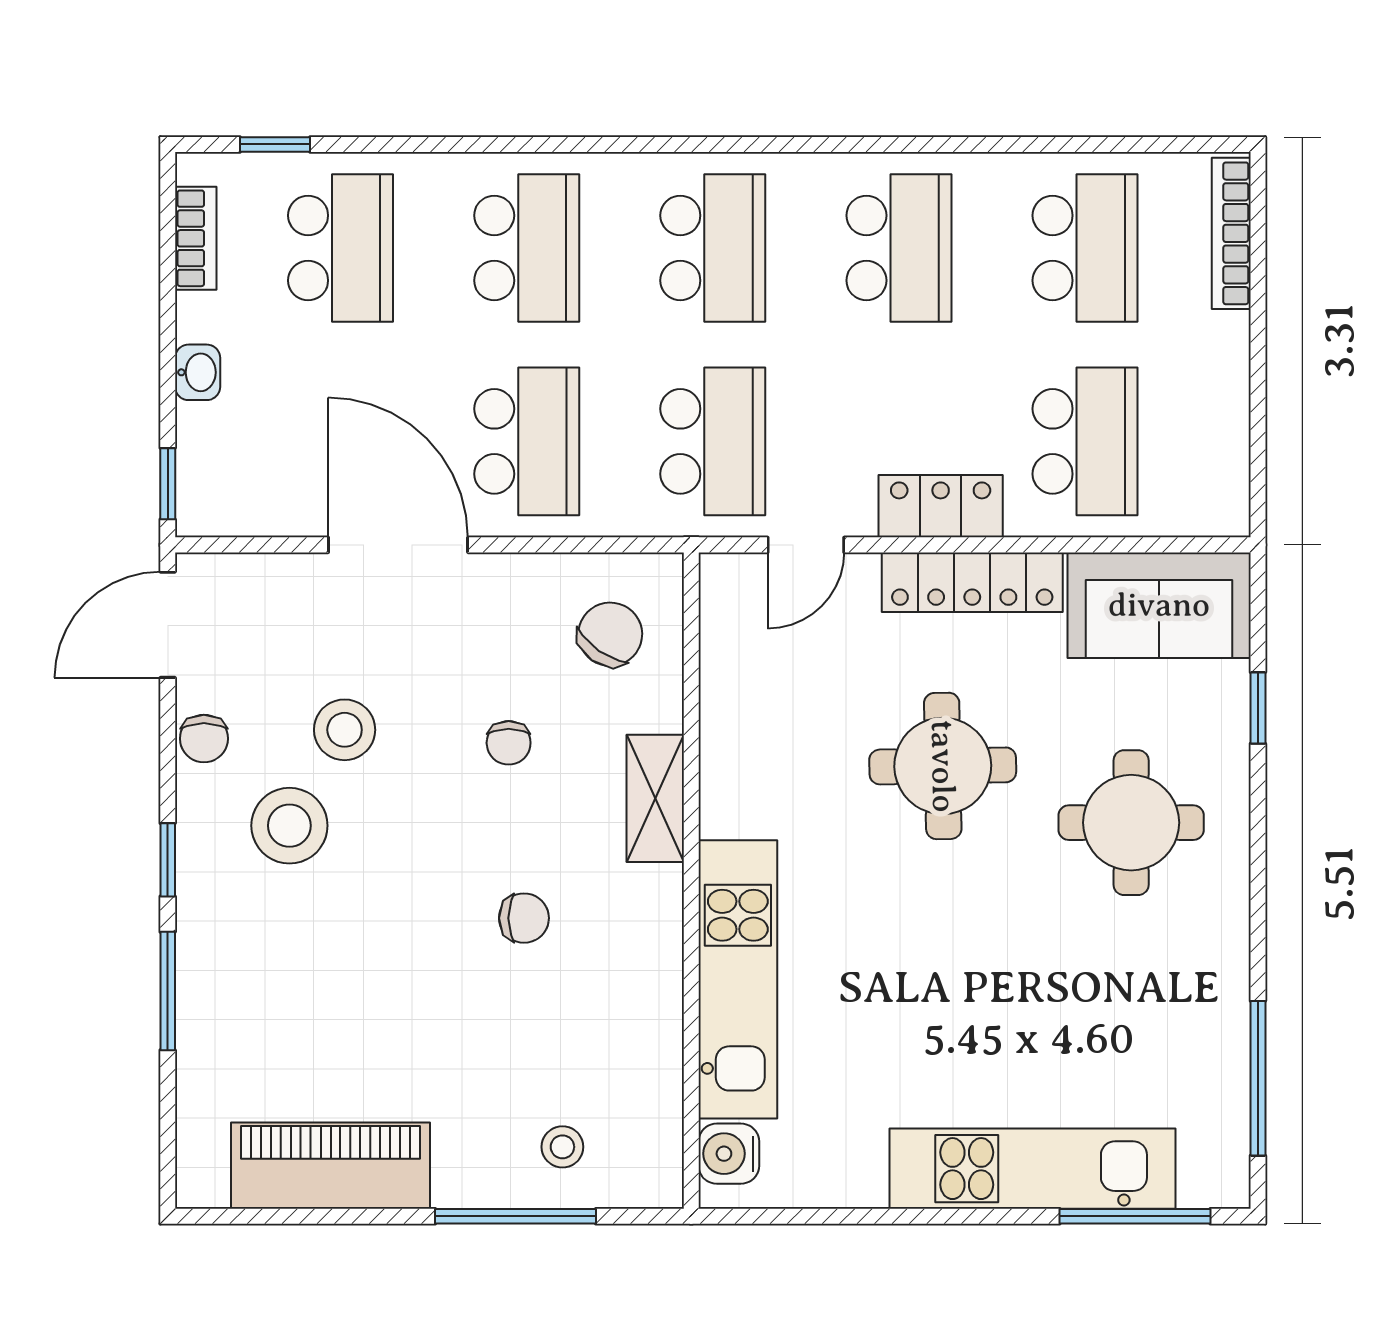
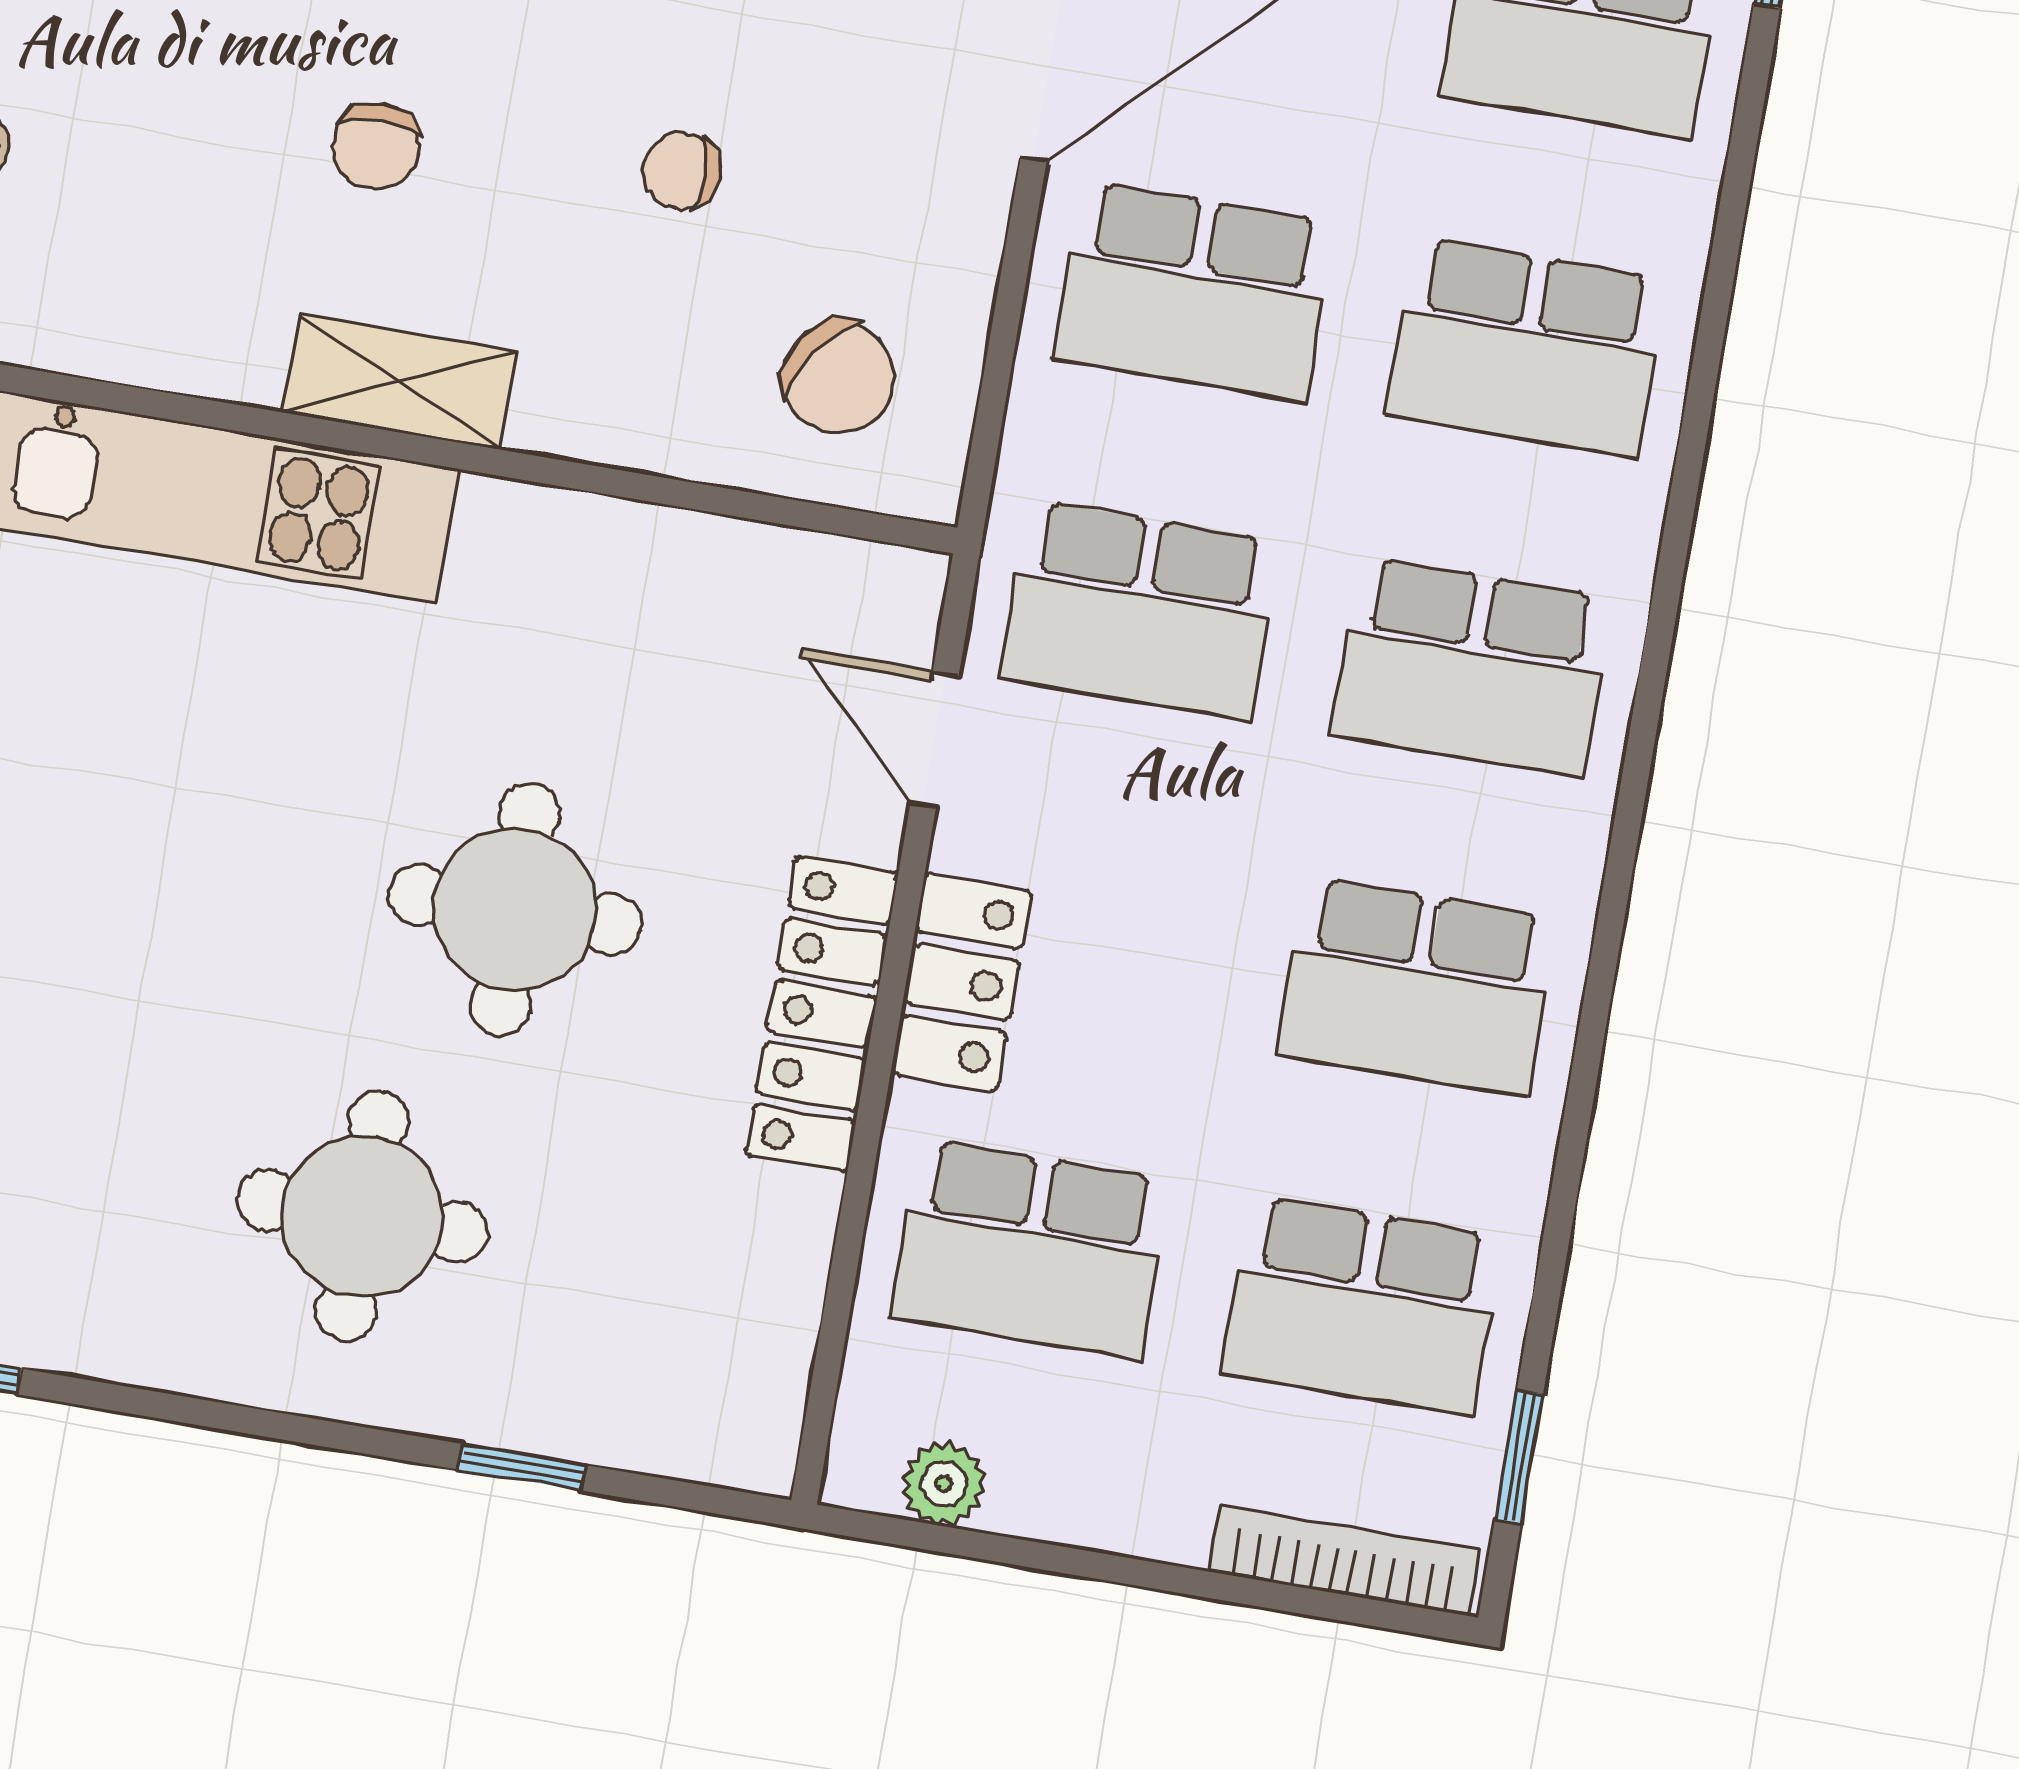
window: (1155, 144) -> (1519, 1457), added
plant: (1226, 468) -> (944, 1484), added
sofa: (1159, 605) -> (727, 1328), removed
shelving: (655, 798) -> (400, 382), moved

